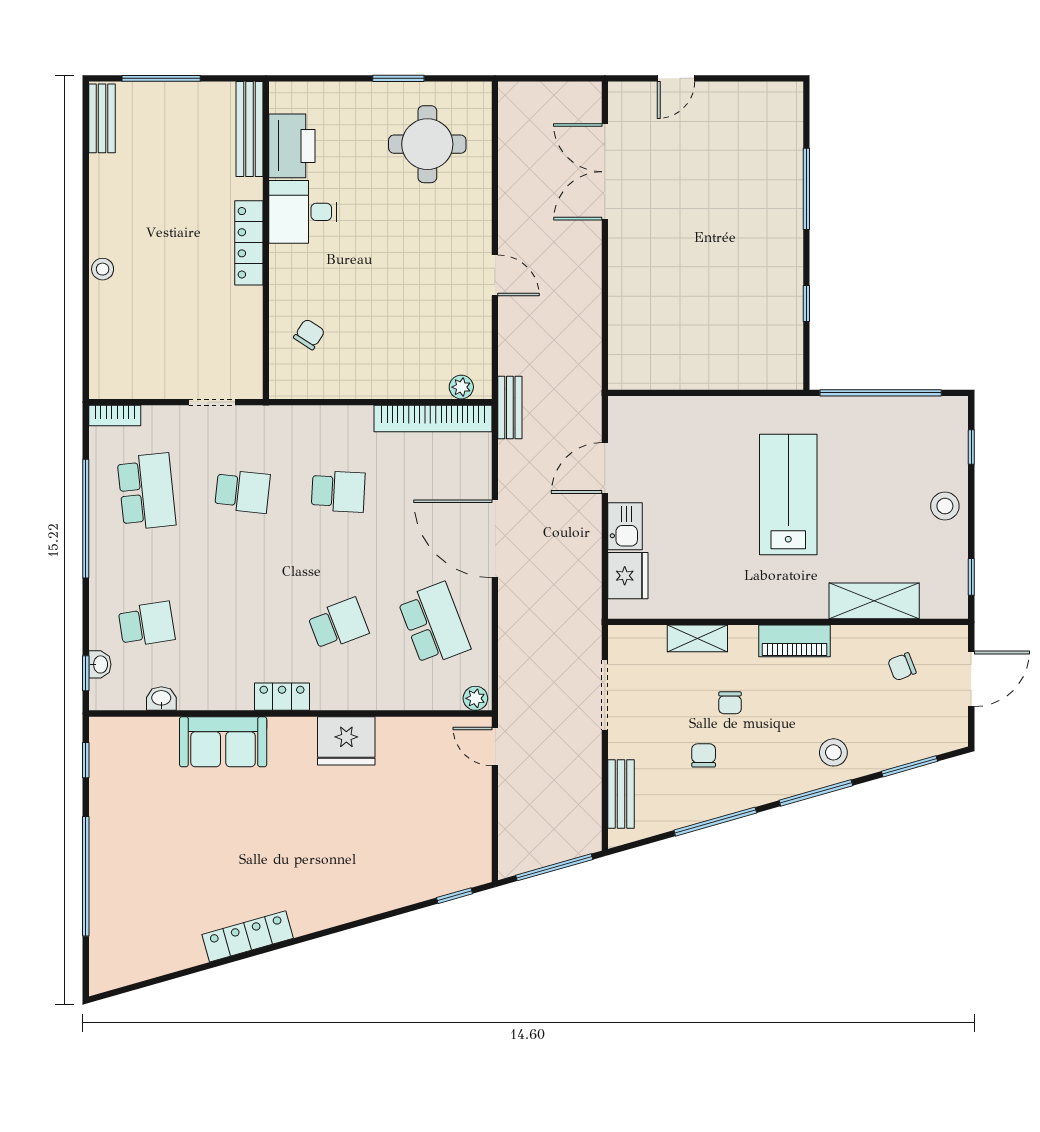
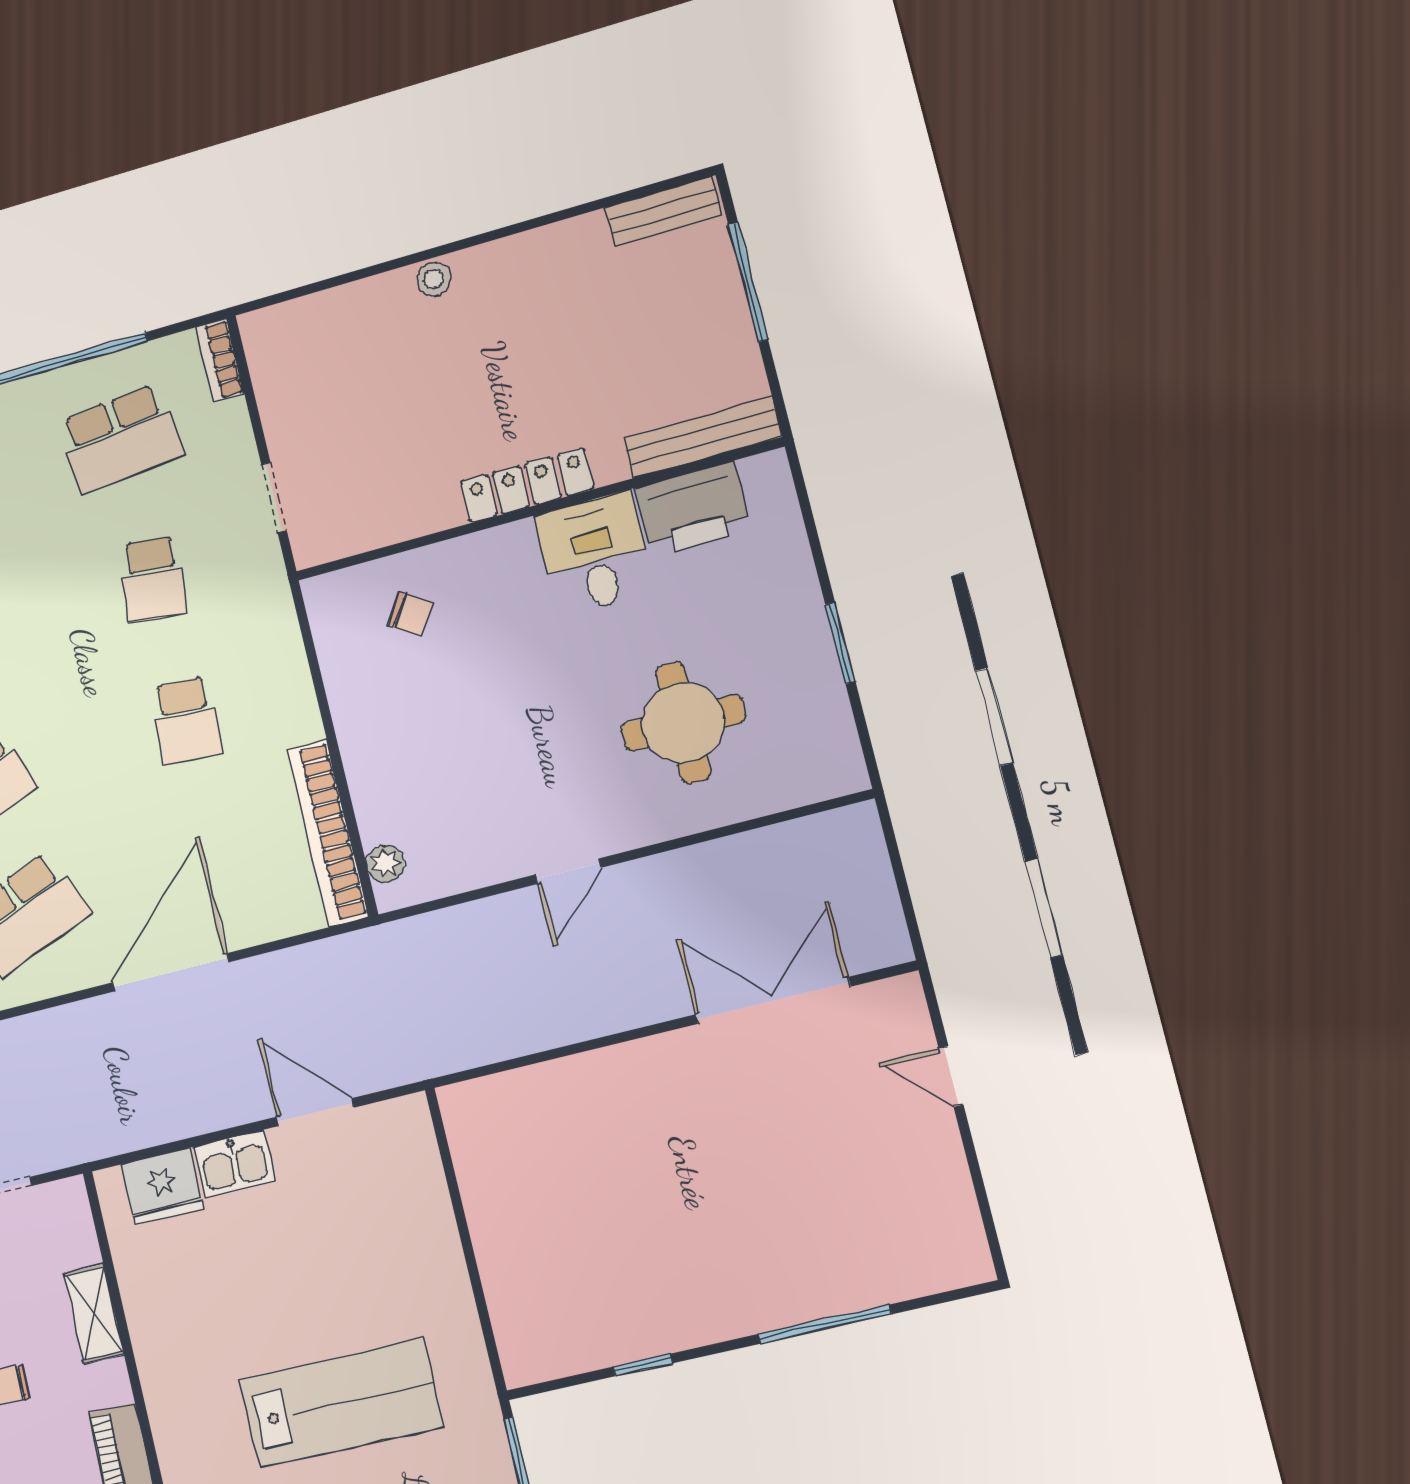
round table: (427, 144) -> (683, 723), moved
bench: (510, 407) -> (372, 945), removed

